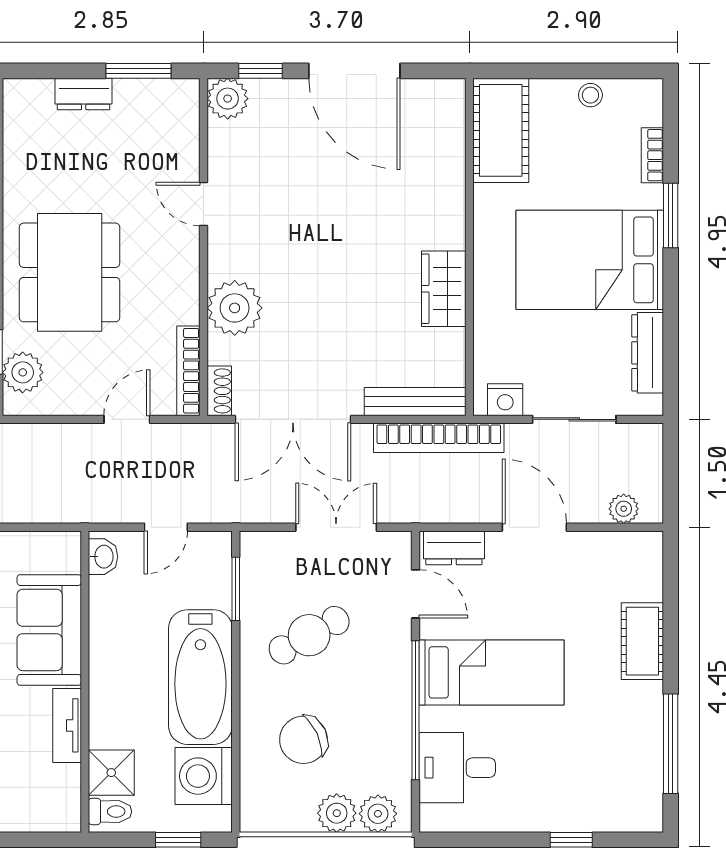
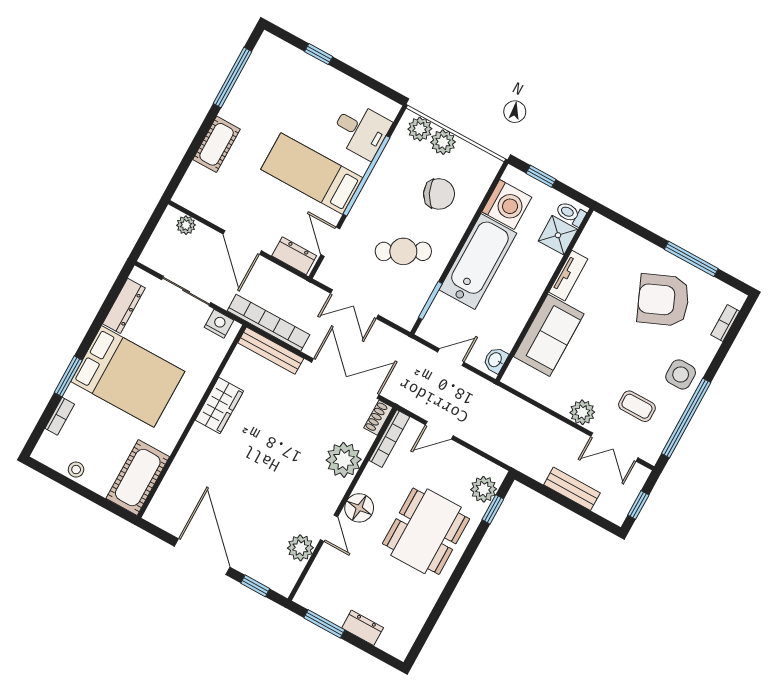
plant: (228, 99) -> (300, 548), moved
floor lamp: (178, 254) -> (359, 508), added

